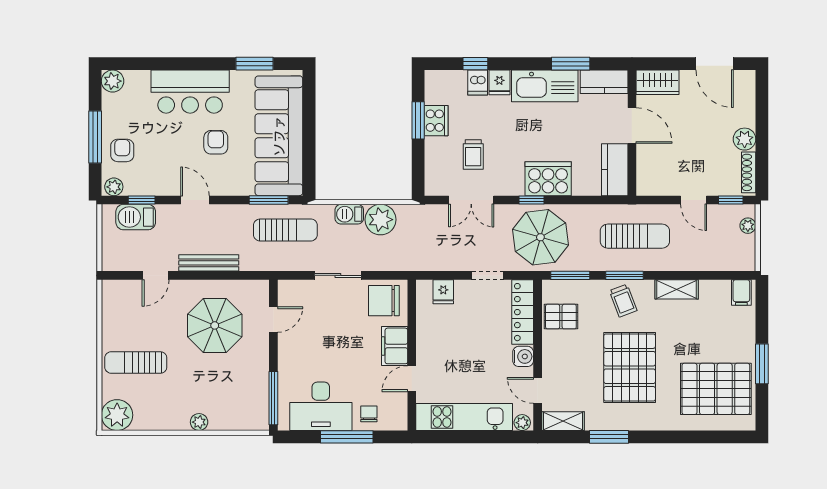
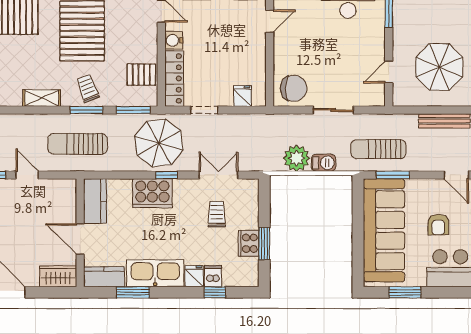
filing cabinet: (395, 346) -> (284, 49), removed

